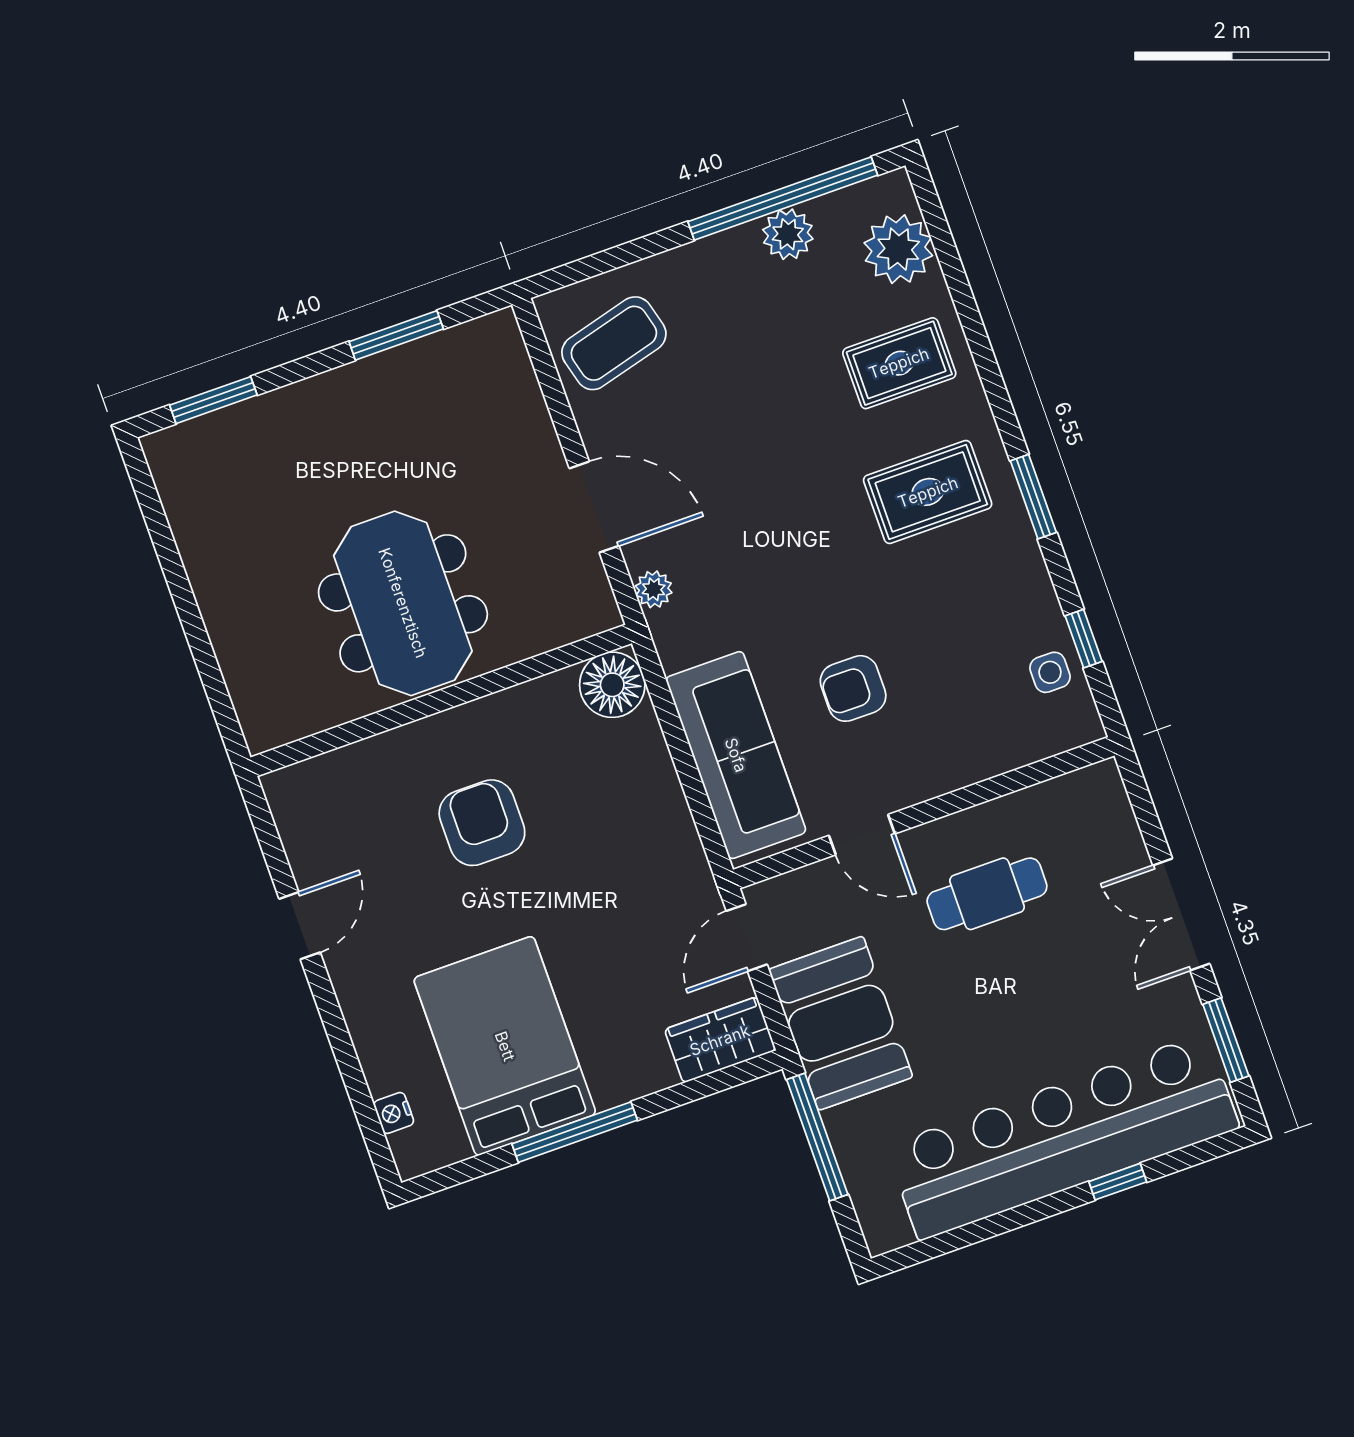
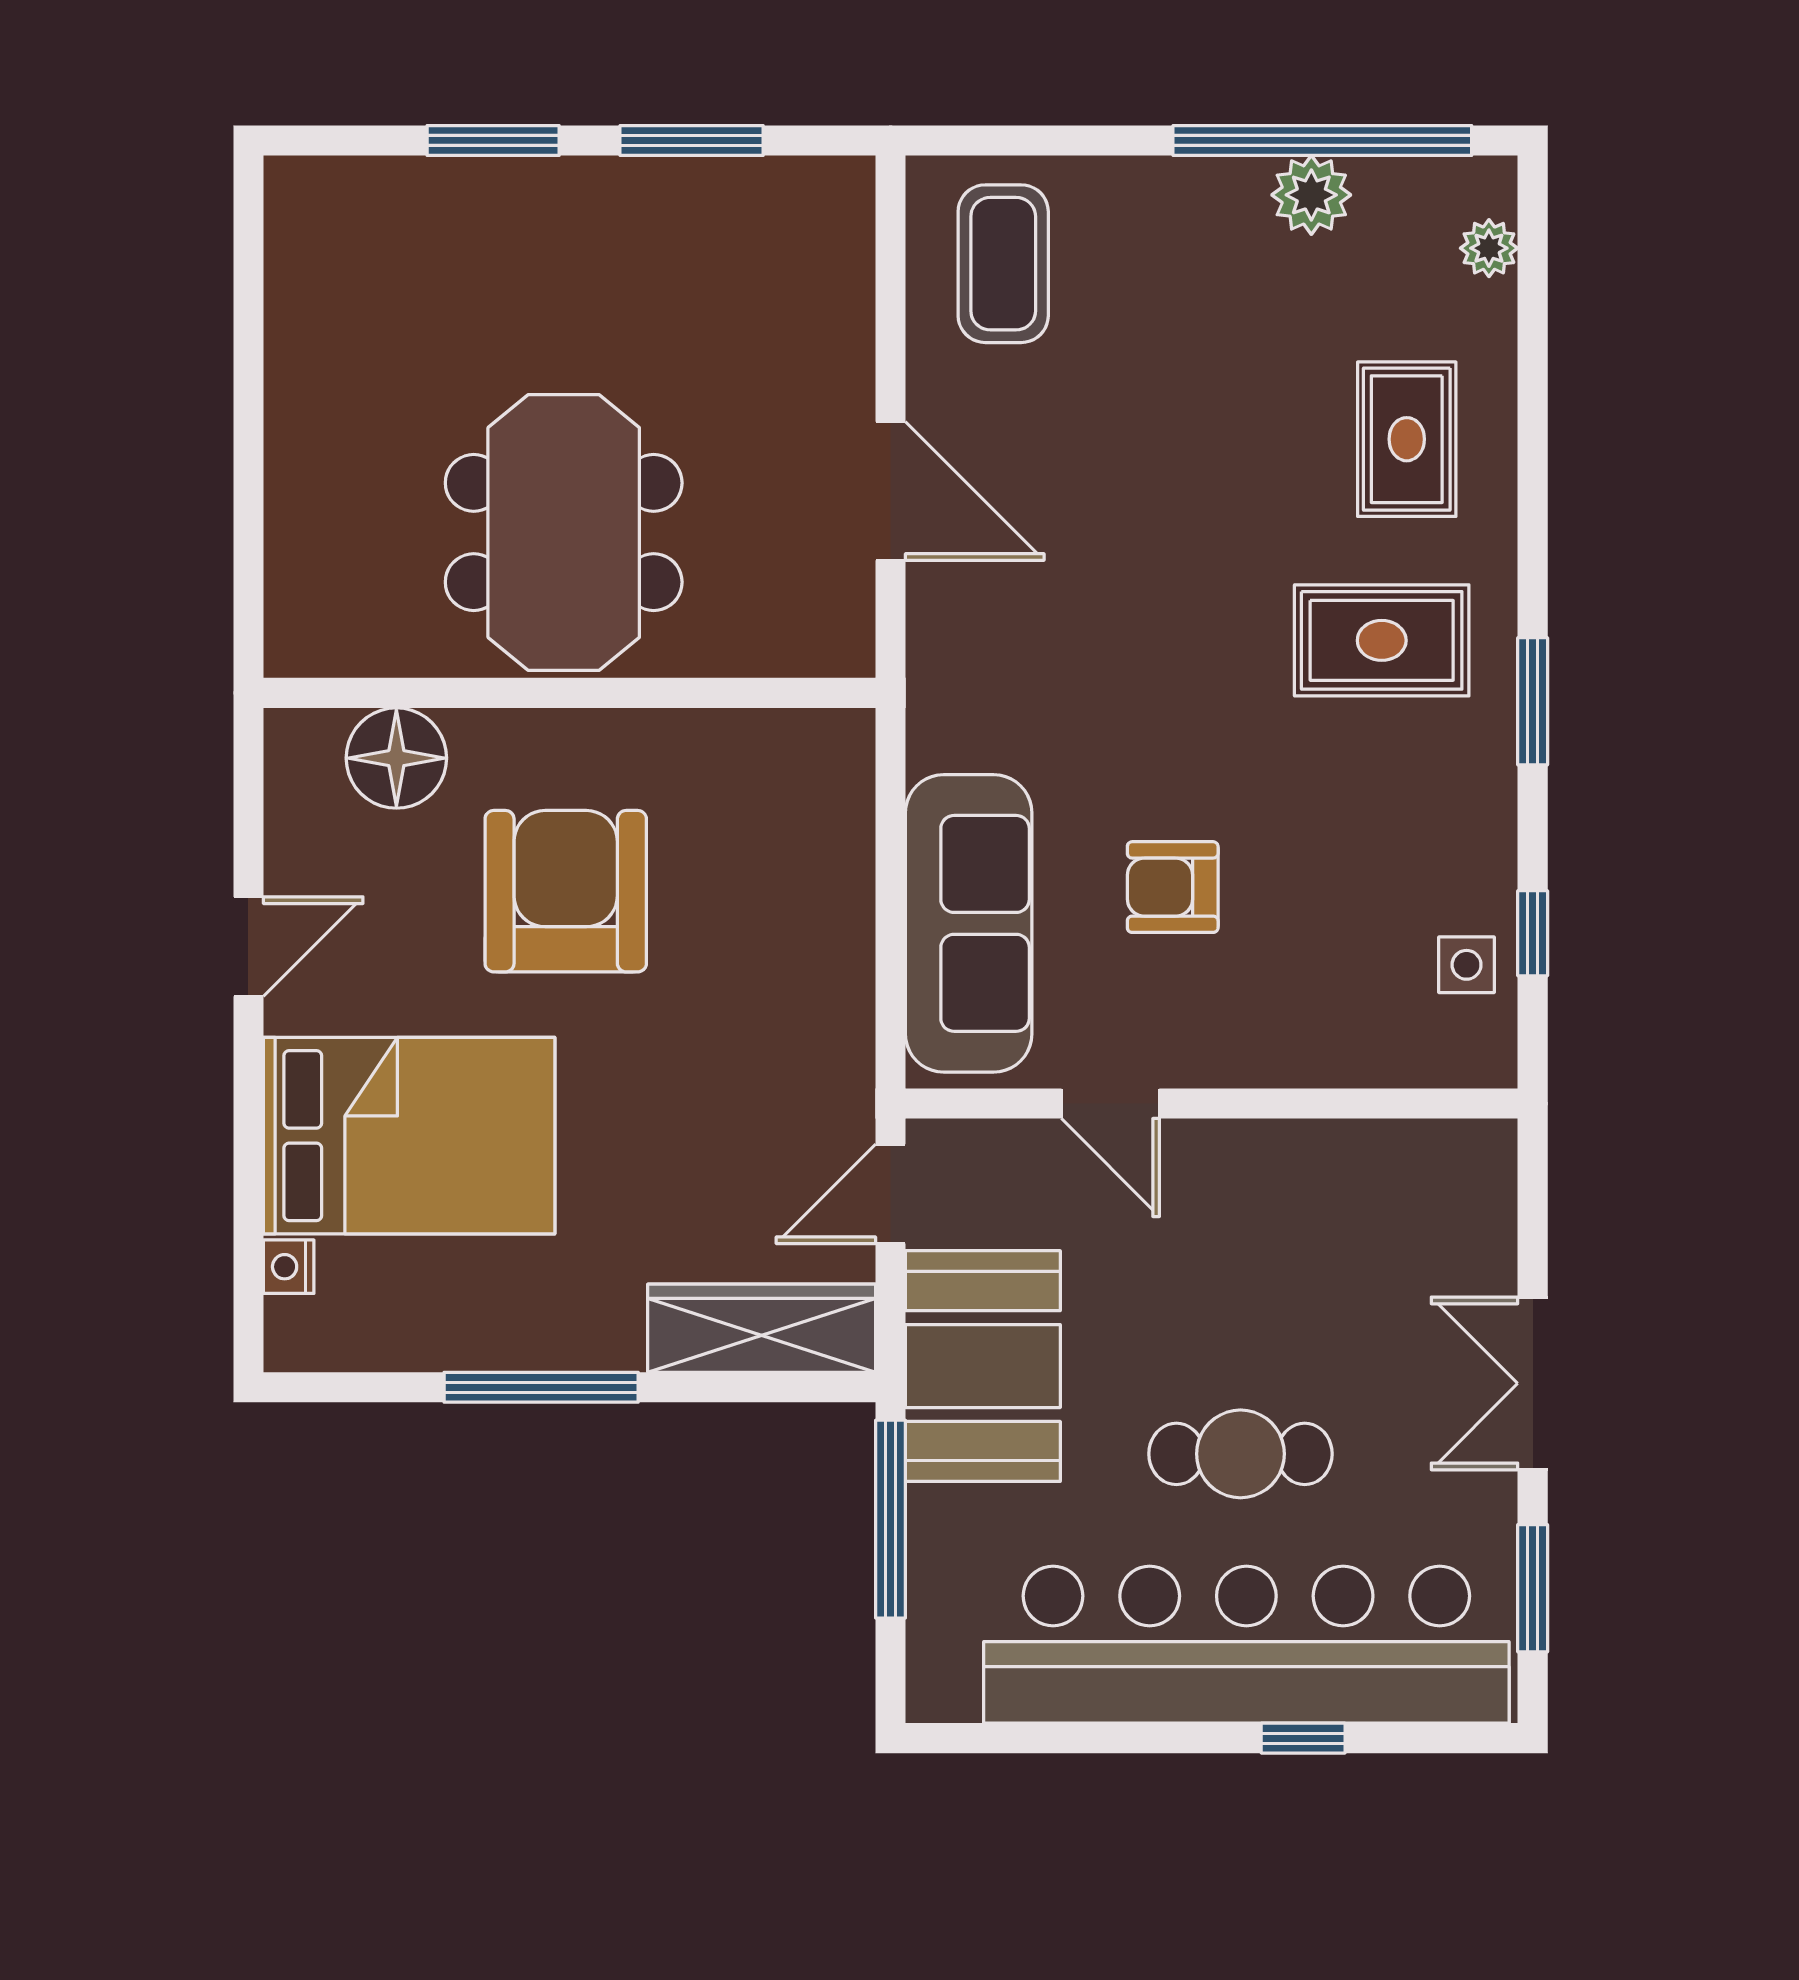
plant: (898, 249) -> (1489, 248), width x0.53, depth x0.53
coffee table: (614, 343) -> (1003, 264), turned -75
rug: (899, 363) -> (1407, 439), turned 90
window: (213, 400) -> (493, 140), moved
plant: (654, 589) -> (934, 641), removed
floor lamp: (612, 685) -> (396, 758), moved
armchair: (482, 823) -> (566, 891), width x1.36, depth x1.36
cafe table: (987, 894) -> (1240, 1454), moved
wardrobe: (720, 1040) -> (762, 1328), width x1.50
bed: (505, 1046) -> (409, 1136), moved, turned 90

